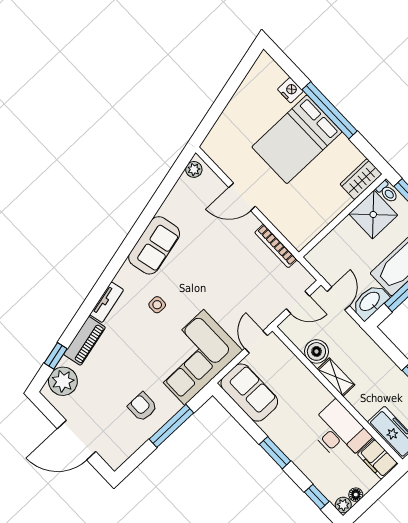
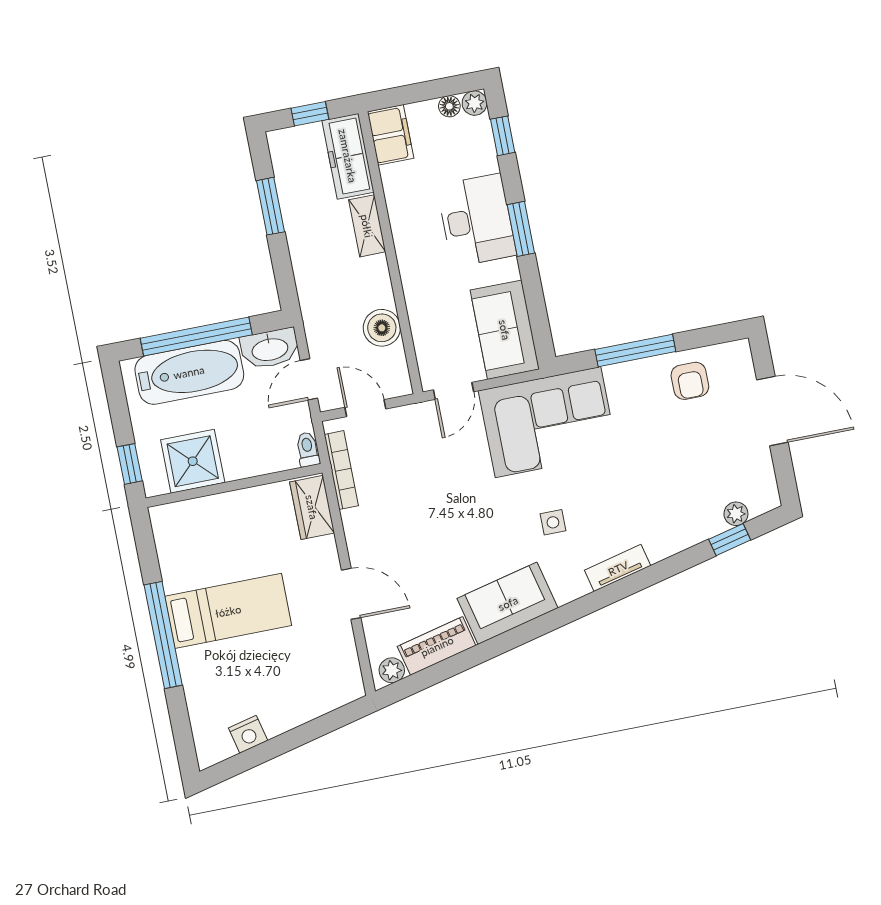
nightstand: (290, 90) -> (248, 734), moved, turned -103
bed: (297, 139) -> (228, 611), width x0.67
wardrobe: (361, 179) -> (312, 507), moved, turned 90
toilet: (387, 192) -> (308, 449), moved
bookcase: (276, 246) -> (341, 470), moved
piano: (85, 341) -> (437, 646), moved
shelving: (336, 377) -> (367, 226), moved
plant: (63, 381) -> (736, 514), width x0.53, depth x0.53
armchair: (142, 407) -> (690, 381), moved
desk: (339, 432) -> (476, 220), moved, turned 180

